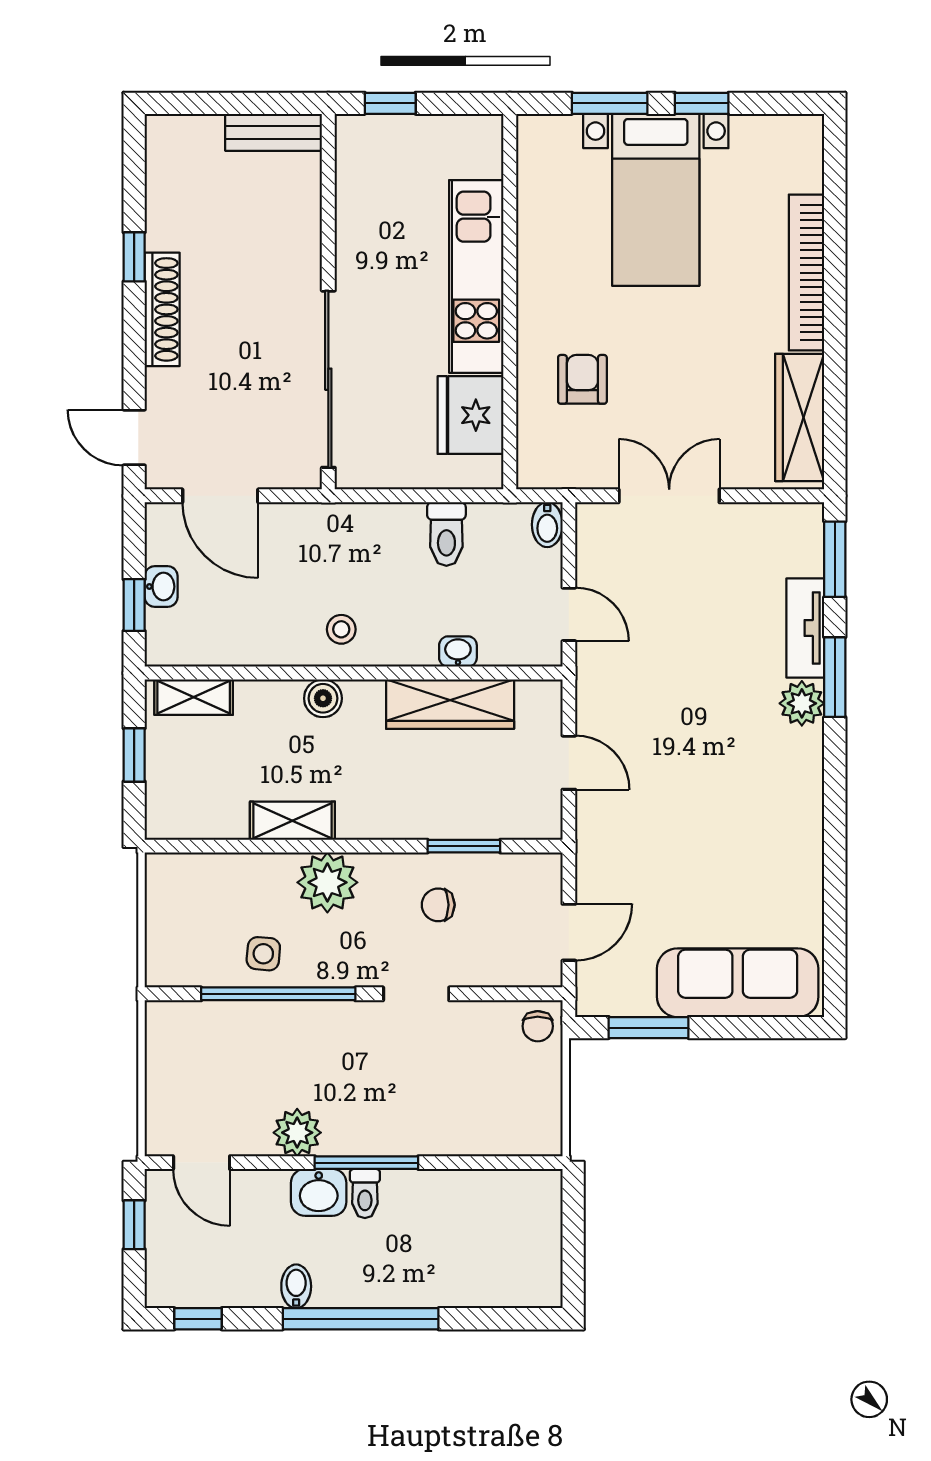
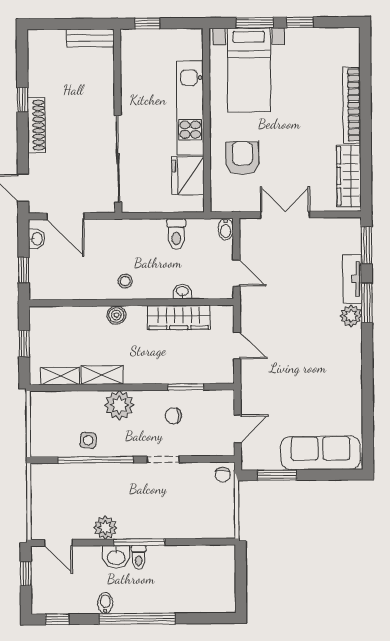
bed with nightstands: (656, 200) -> (249, 70), moved
armchair: (582, 379) -> (242, 158), width x1.38, depth x1.38
washbasin: (161, 587) -> (37, 239), moved
shelving: (194, 697) -> (60, 376), moved

